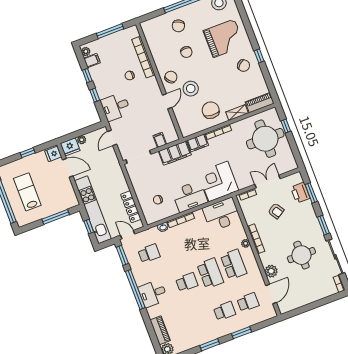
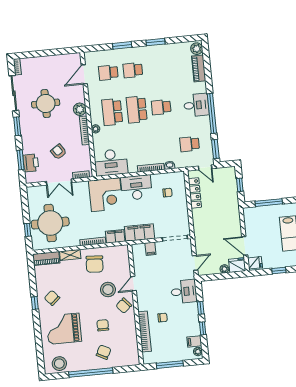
kitchen unit: (93, 210) -> (232, 200), removed
plant: (271, 271) -> (80, 109), moved

